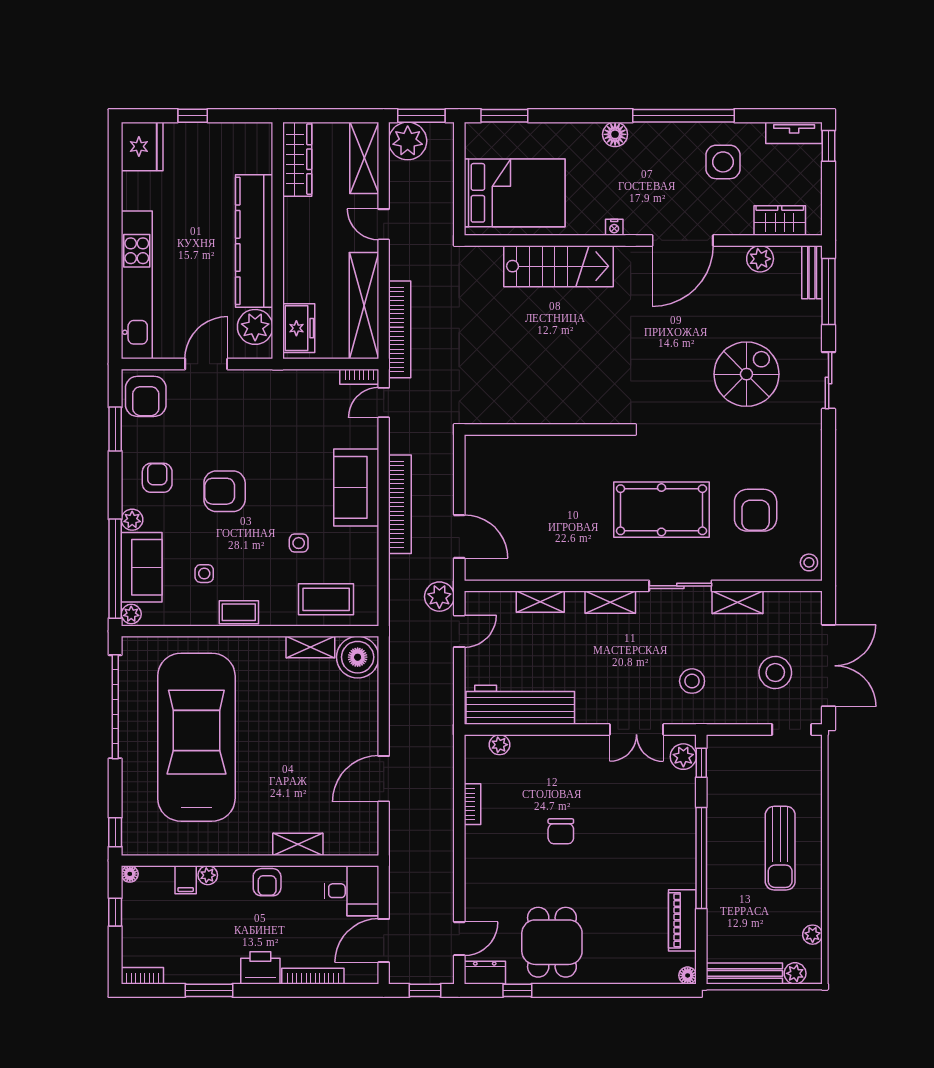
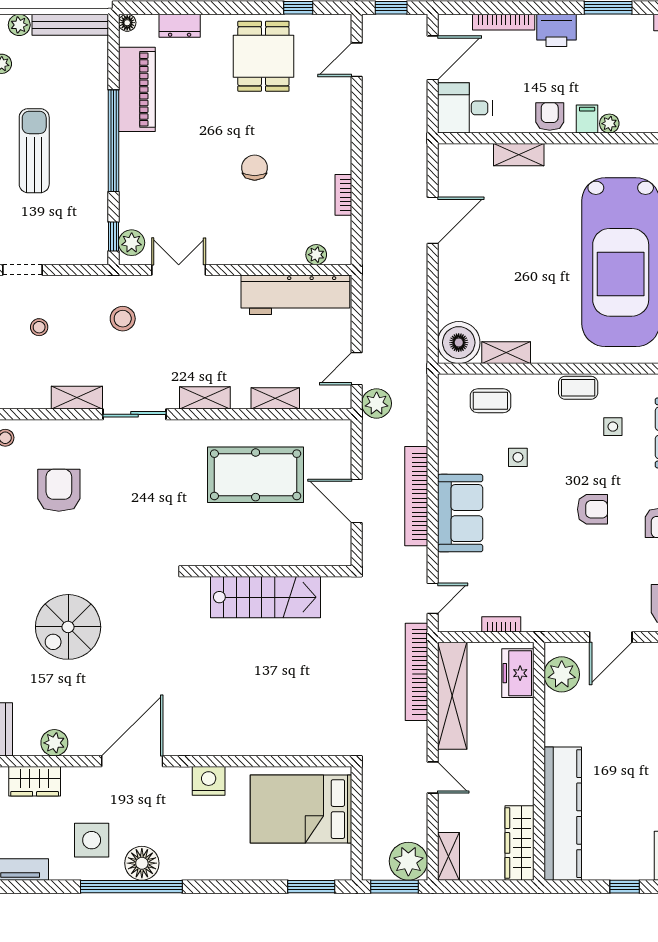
floor lamp: (615, 134) -> (142, 863), moved, width x1.38, depth x1.38
shelving: (364, 158) -> (448, 856), width x0.67, depth x0.75
nightstand: (614, 227) -> (209, 781), width x1.89, depth x1.79
kitchen counter: (254, 241) -> (563, 814), moved
stairs: (558, 266) -> (266, 597), moved, turned 180
bookcase: (359, 377) -> (501, 624), moved
armchair: (225, 491) -> (592, 509), width x0.72, depth x0.72
pool table: (661, 510) -> (256, 475), moved
door: (459, 536) -> (357, 501), moved
coffee table: (326, 599) -> (490, 401), width x0.73, depth x0.77
stool: (775, 673) -> (39, 327), width x0.53, depth x0.53
filing cabinet: (186, 880) -> (587, 119), moved
piano: (682, 920) -> (137, 89), width x1.37, depth x1.33
dresser: (485, 973) -> (180, 26), moved

